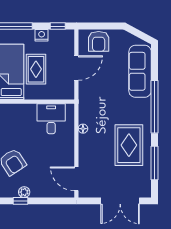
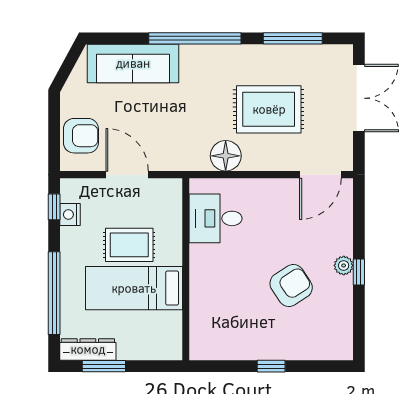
nightstand: (42, 35) -> (70, 215), moved
floor lamp: (83, 129) -> (226, 156), width x1.89, depth x1.89
rug: (129, 145) -> (269, 109), moved

